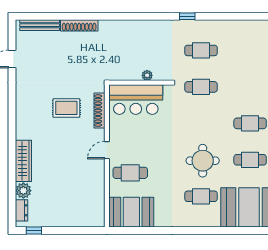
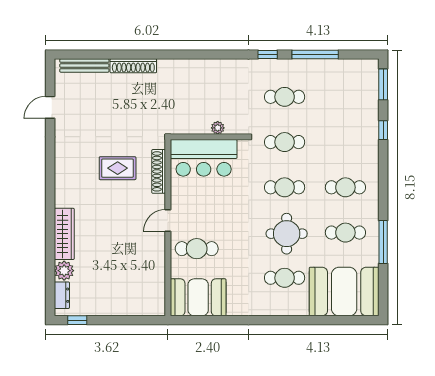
window: (226, 16) -> (315, 54), added
cafe table: (201, 123) -> (285, 187), added

